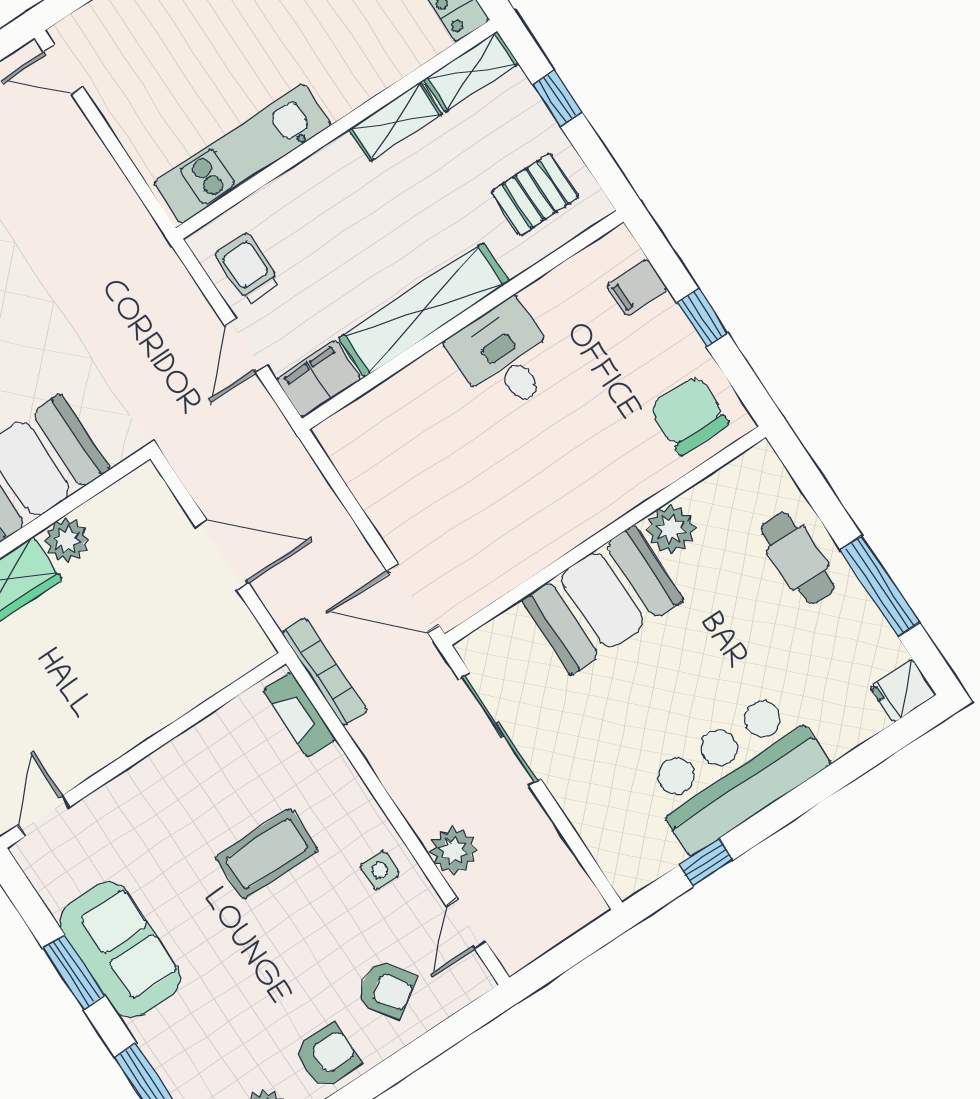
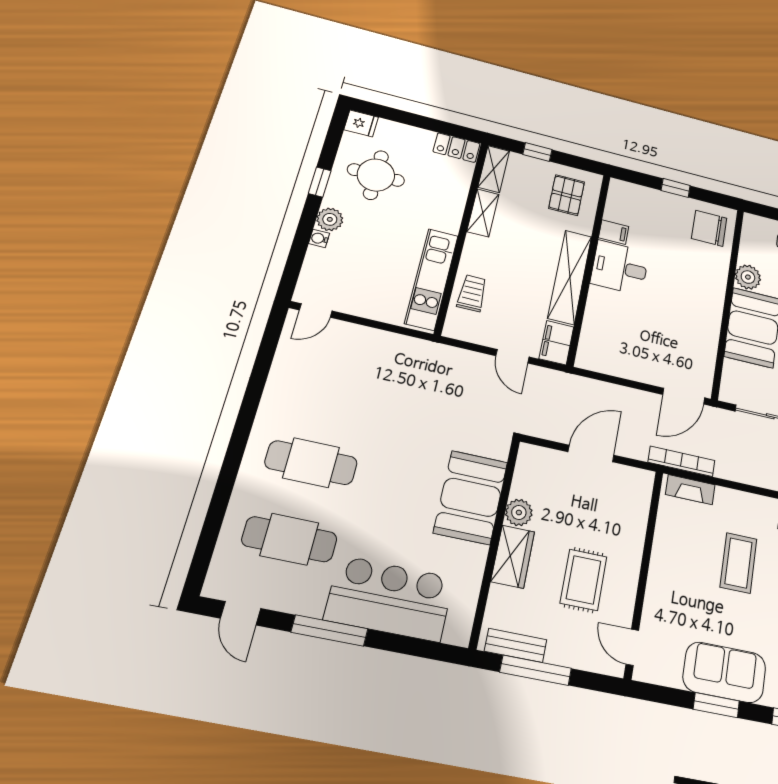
trolley: (248, 268) -> (472, 293), moved, turned 90
filing cabinet: (637, 287) -> (614, 232), moved, turned -90
rug: (64, 688) -> (584, 580), added

